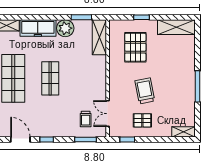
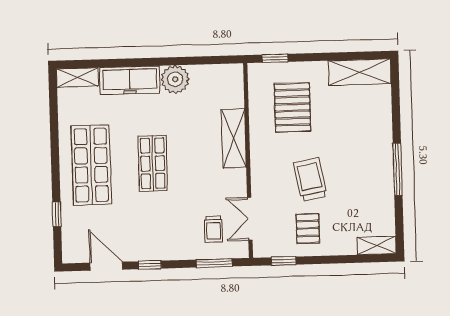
window: (81, 17) -> (201, 60), removed
window: (142, 17) -> (275, 58), moved
shelving: (99, 37) -> (234, 138), moved
pallet: (142, 120) -> (308, 228), turned 90

